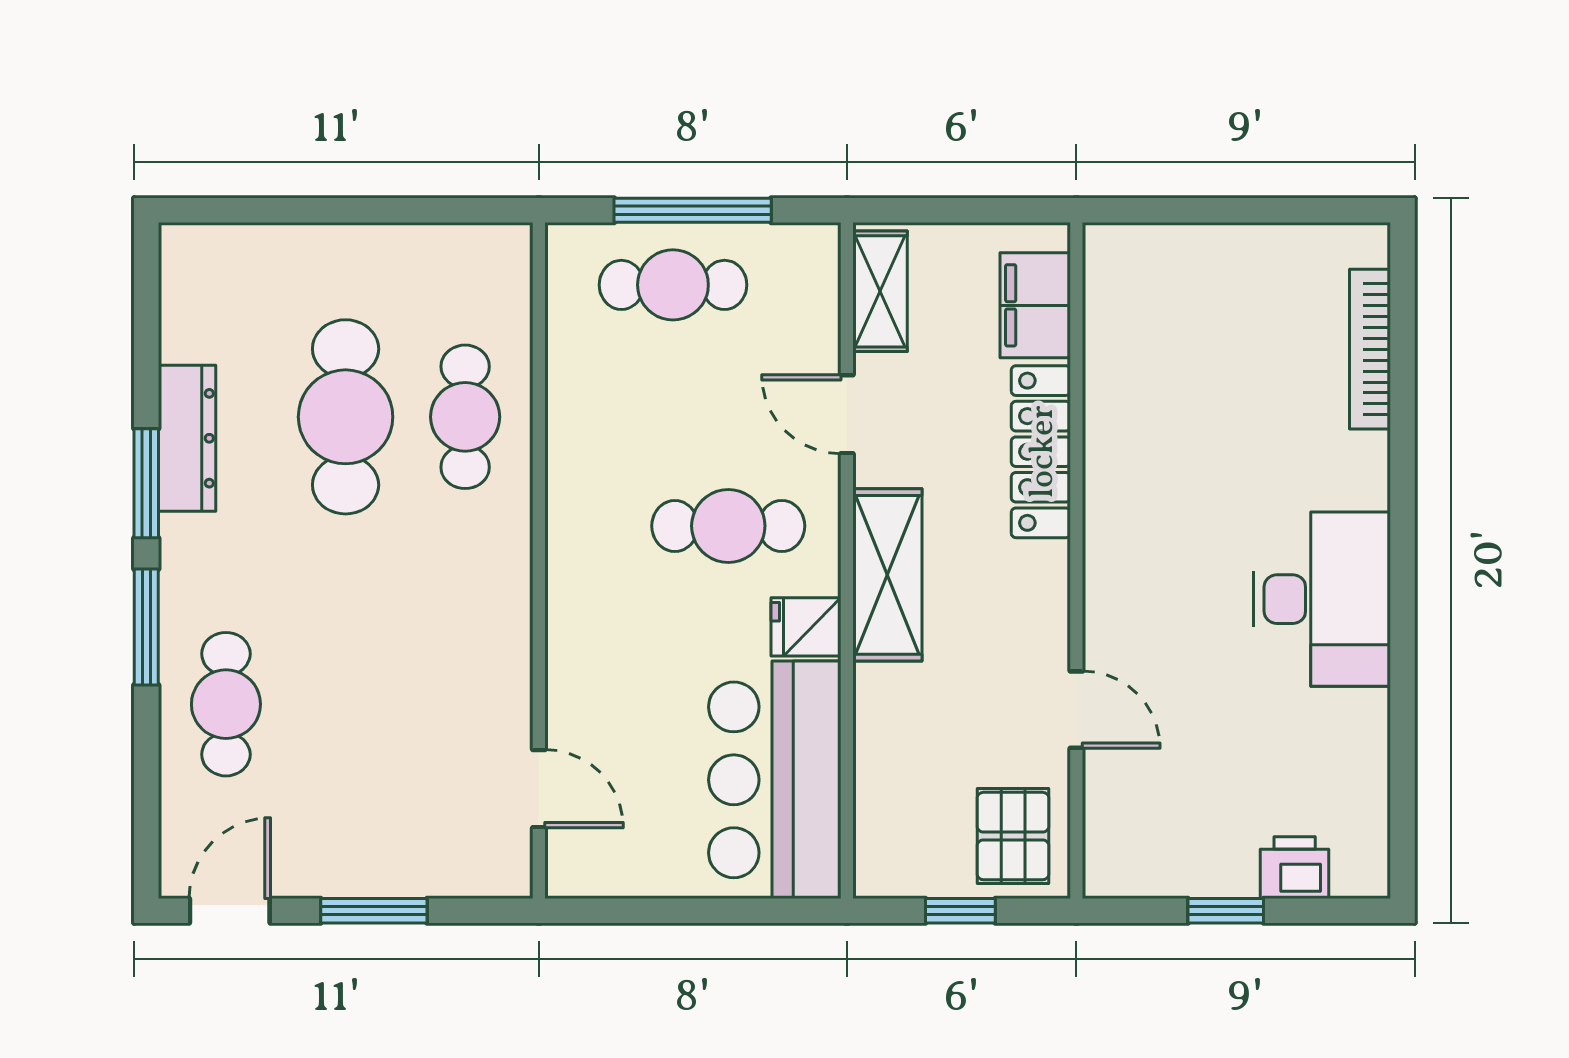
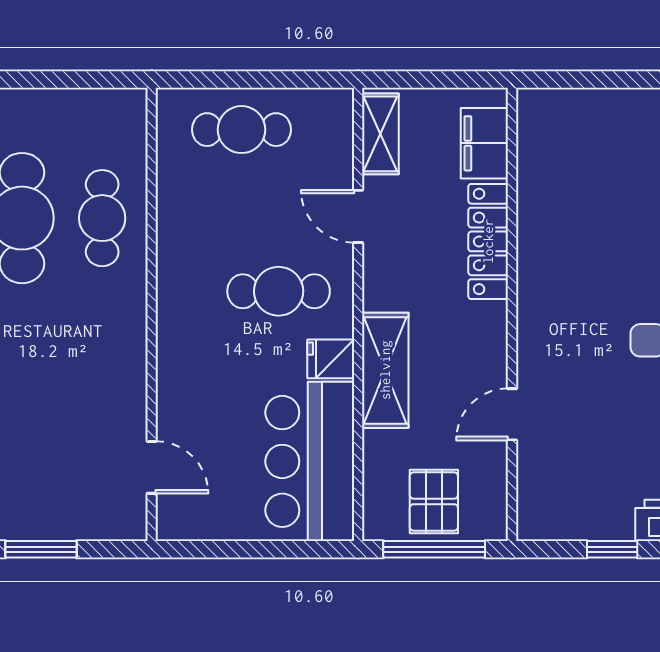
window: (693, 210) -> (255, 80), removed
shelving: (887, 575) -> (385, 370), moved
door: (1076, 710) -> (512, 414), swing flipped
pallet: (1013, 836) -> (434, 501), moved
window: (960, 911) -> (434, 549), width x2.17

